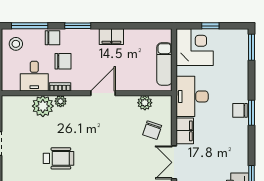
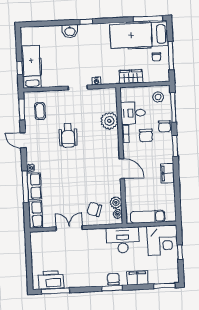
plant: (61, 101) -> (118, 214), moved
filing cabinet: (185, 131) -> (137, 278), moved, turned 180

